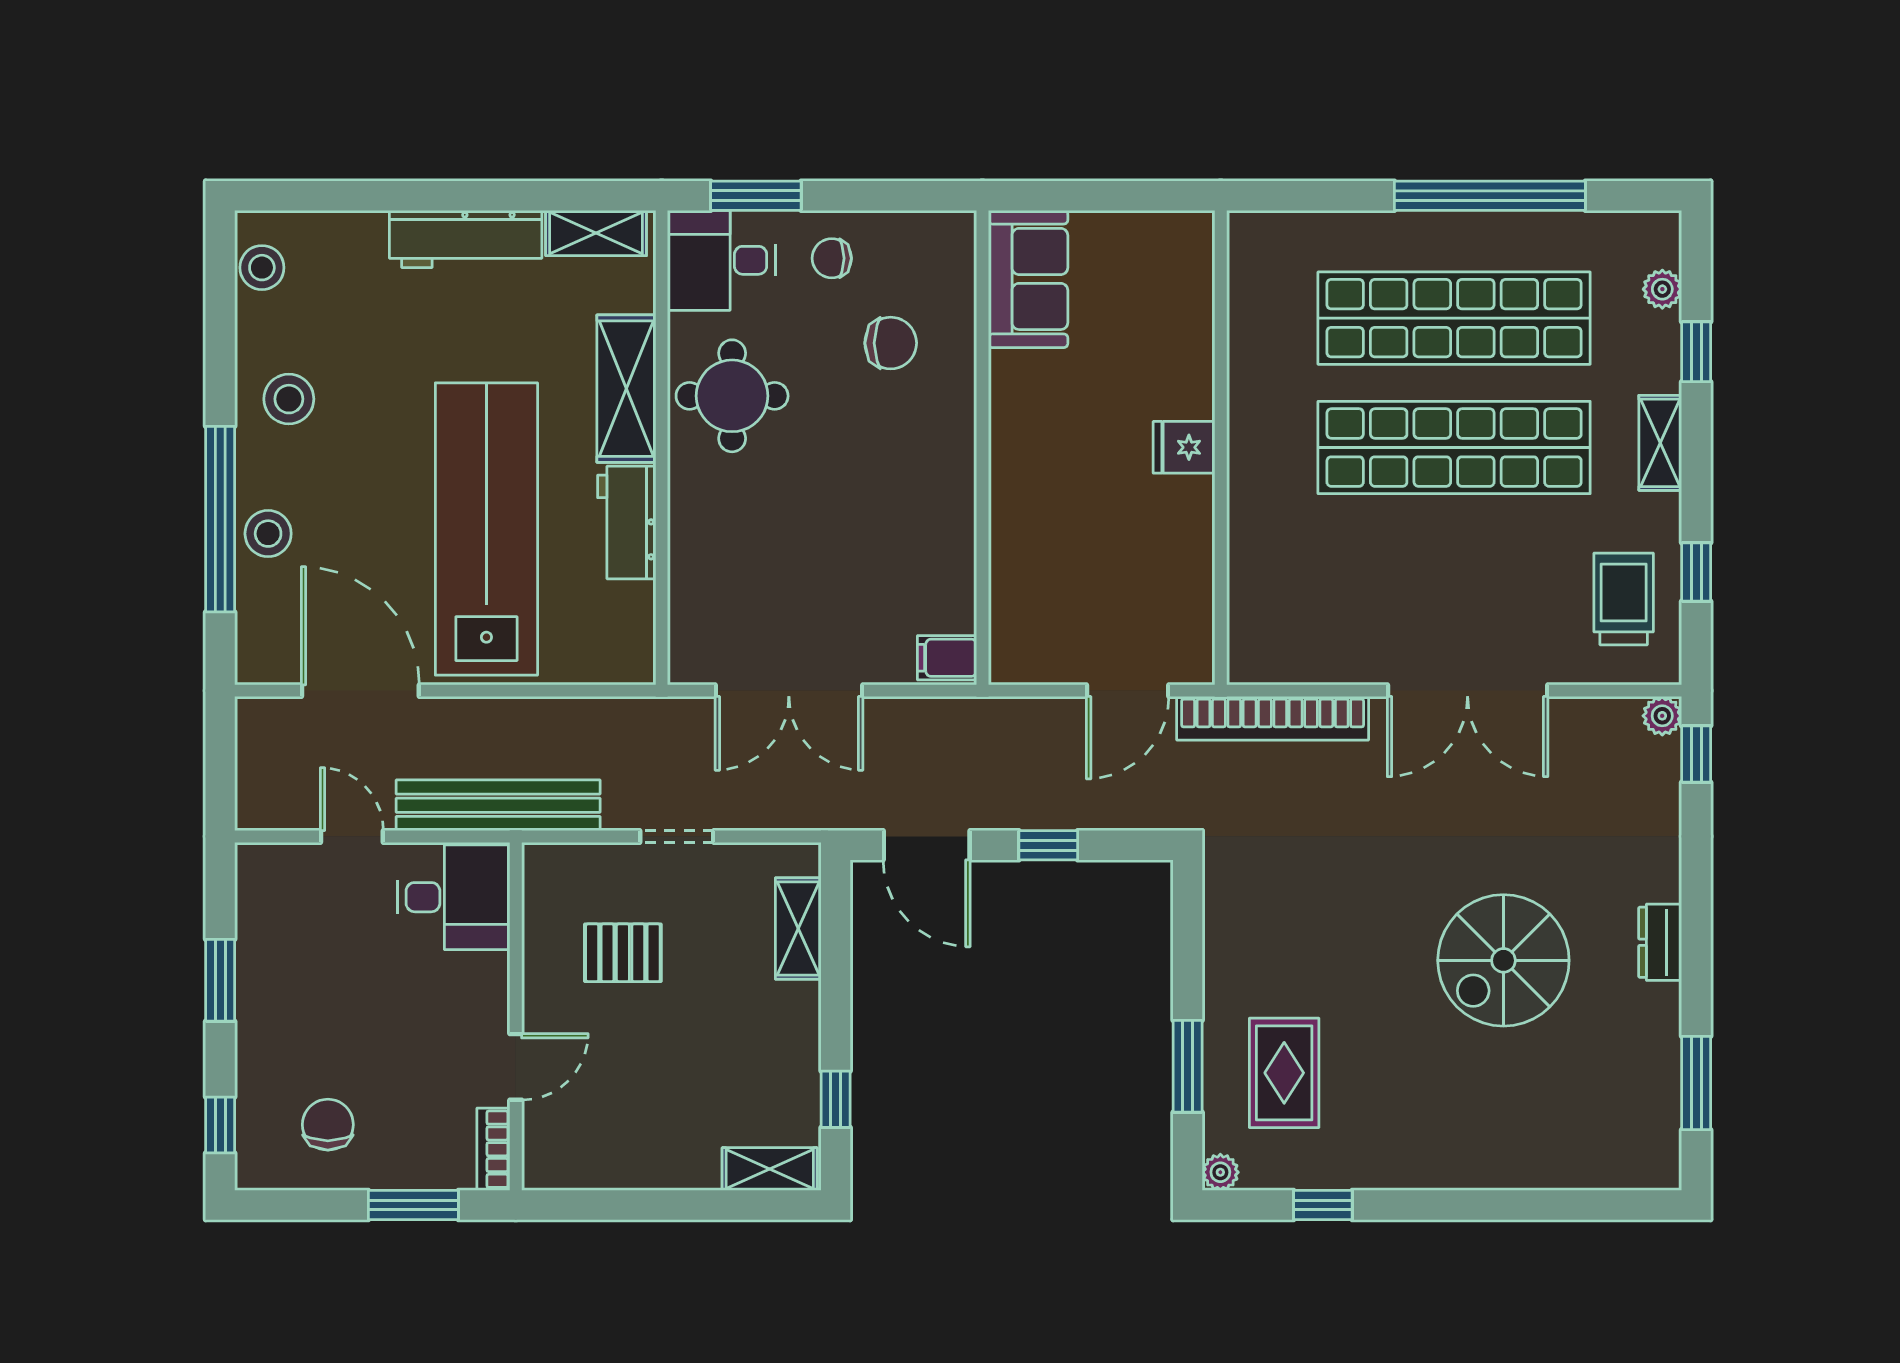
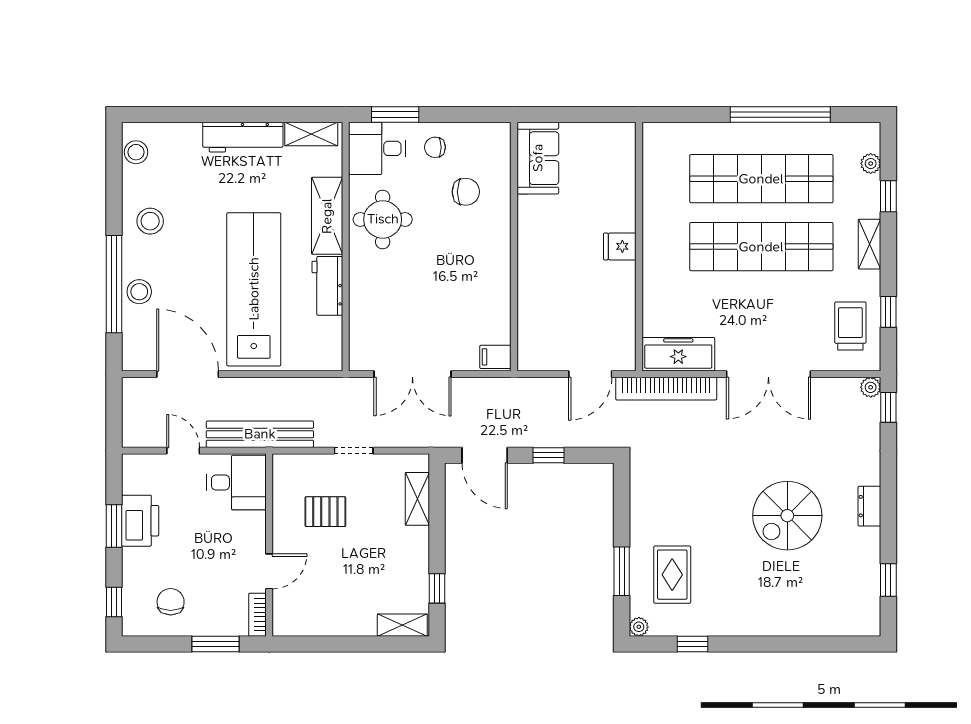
freezer: (1296, 653) -> (678, 354), added
printer: (270, 970) -> (140, 521), added
window: (1696, 1083) -> (888, 580), width x0.67

